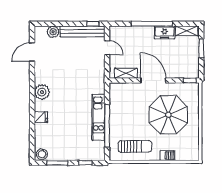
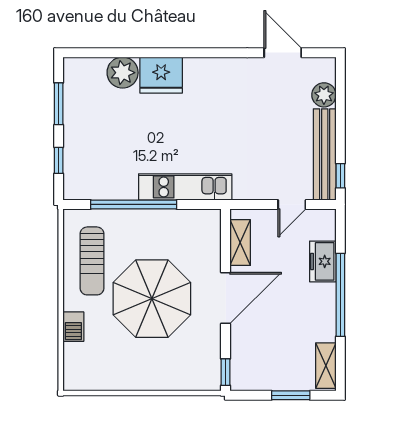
freezer: (165, 32) -> (323, 261), moved
plant: (42, 92) -> (123, 73), moved
parasol: (168, 115) -> (152, 299), moved
fridge: (41, 117) -> (161, 75), width x1.88, depth x1.34
kitchen unit: (98, 117) -> (185, 187), moved
stool: (42, 154) -> (76, 72), removed

